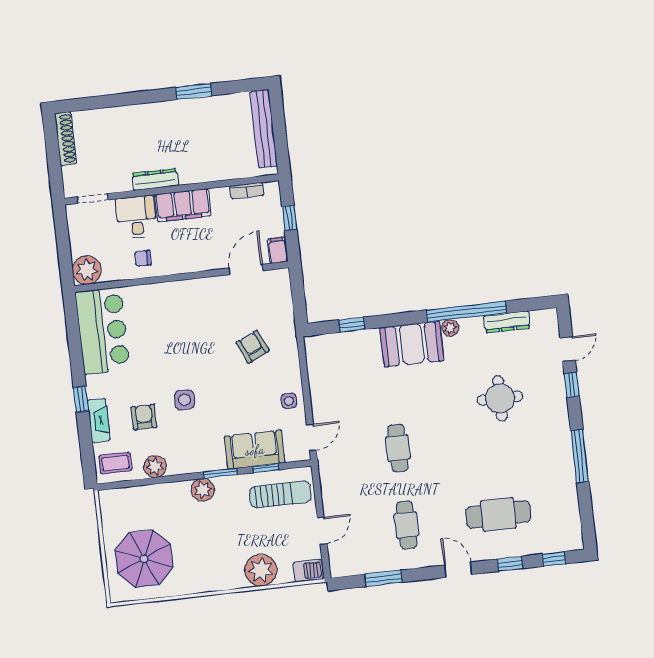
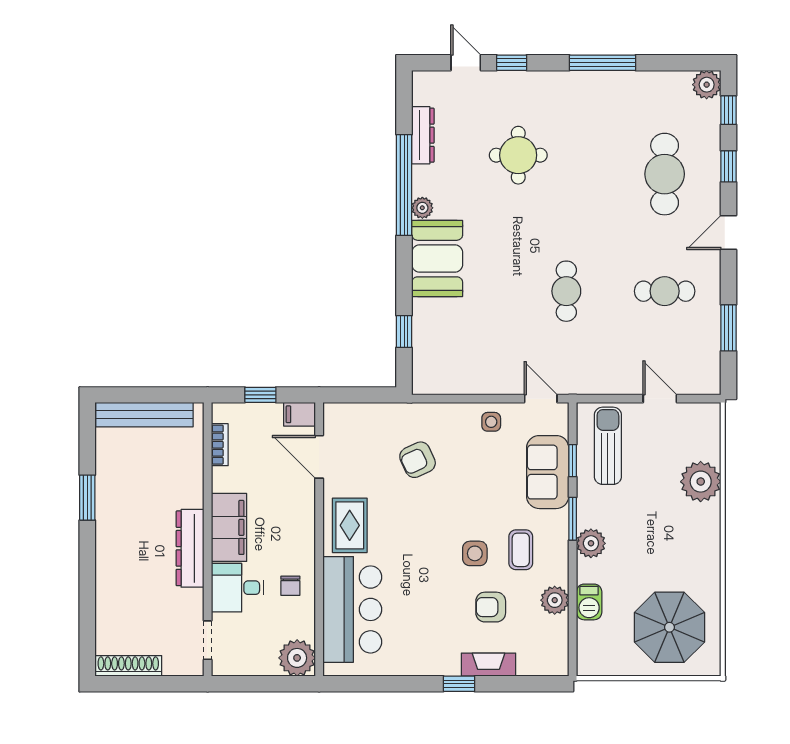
dresser: (155, 180) -> (190, 548), width x1.37, depth x1.24
rug: (195, 299) -> (350, 525), added
bar counter: (102, 331) -> (352, 609), moved, turned 90
cafe table: (398, 448) -> (566, 291), turned 90
coffee table: (115, 463) -> (521, 550), moved
plant: (572, 539) -> (707, 85), added
barbecue: (308, 571) -> (589, 602), moved, turned 180

